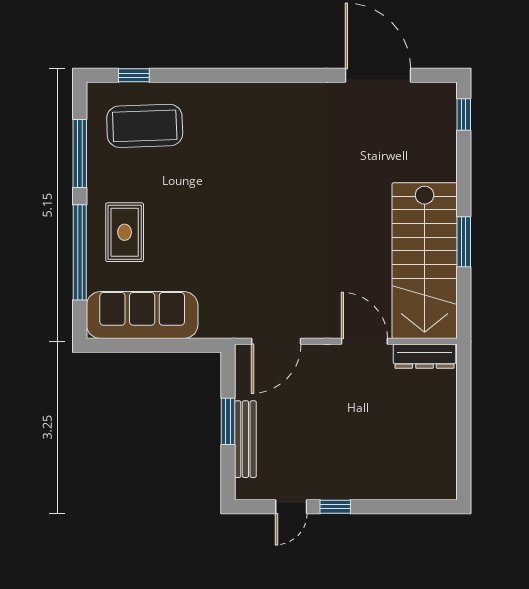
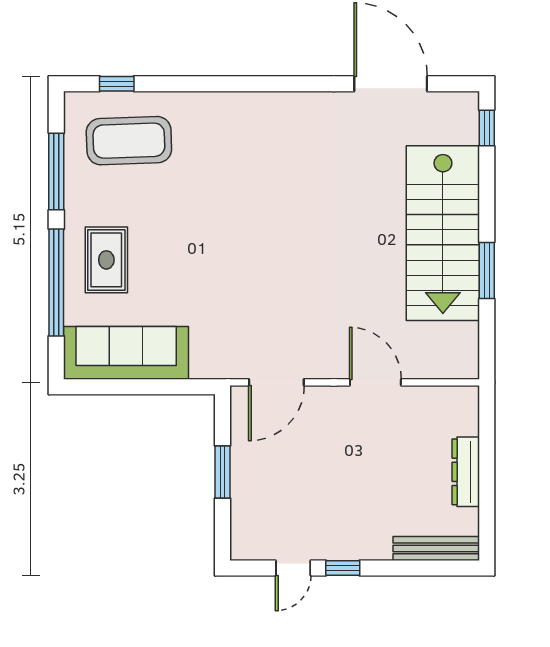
stairs: (425, 261) -> (443, 233), moved
dresser: (424, 356) -> (466, 472), moved, turned 90
bench: (245, 439) -> (436, 548), moved, turned 90

